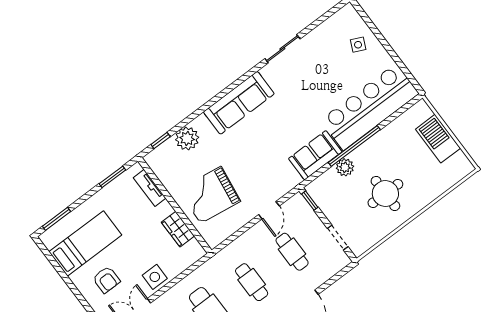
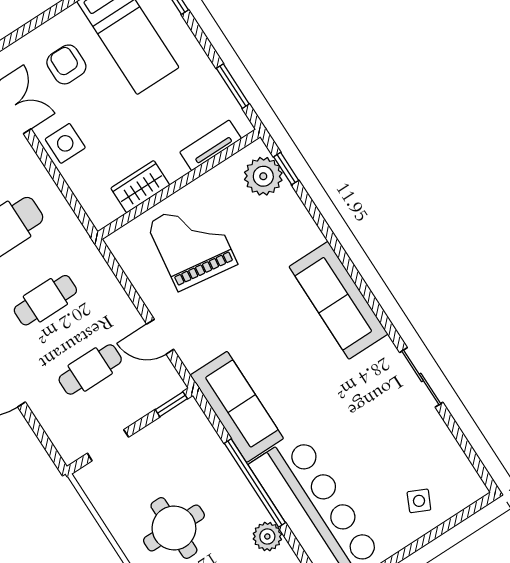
plant: (187, 139) -> (263, 176), moved
sofa: (315, 155) -> (237, 407), width x1.36
plant: (345, 167) -> (267, 536), moved
armchair: (106, 280) -> (66, 64), turned 90

